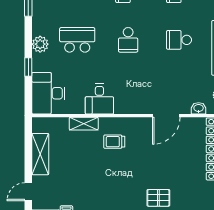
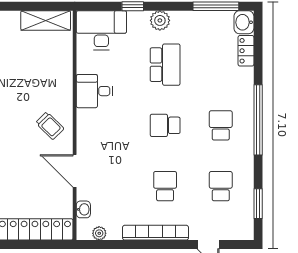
shelving: (84, 124) -> (65, 72), removed
trolley: (114, 142) -> (50, 126), moved, turned 135
shelving: (40, 154) -> (46, 21), moved

